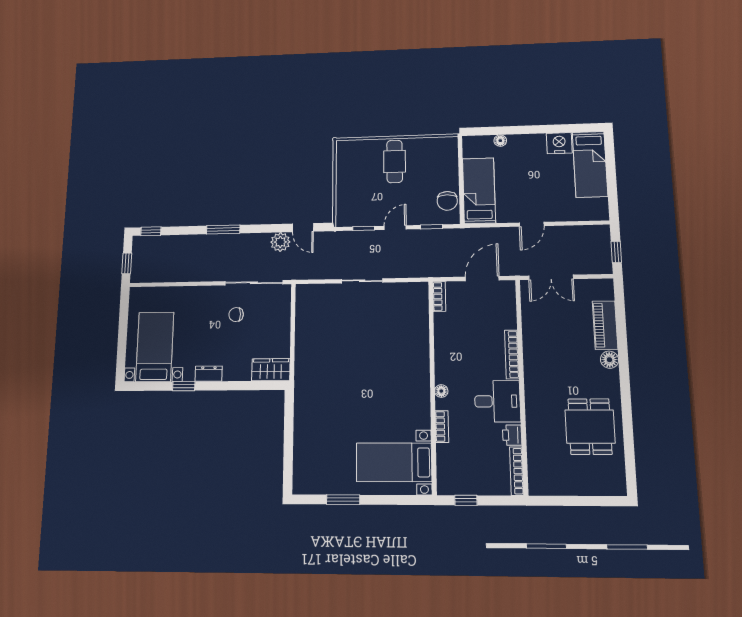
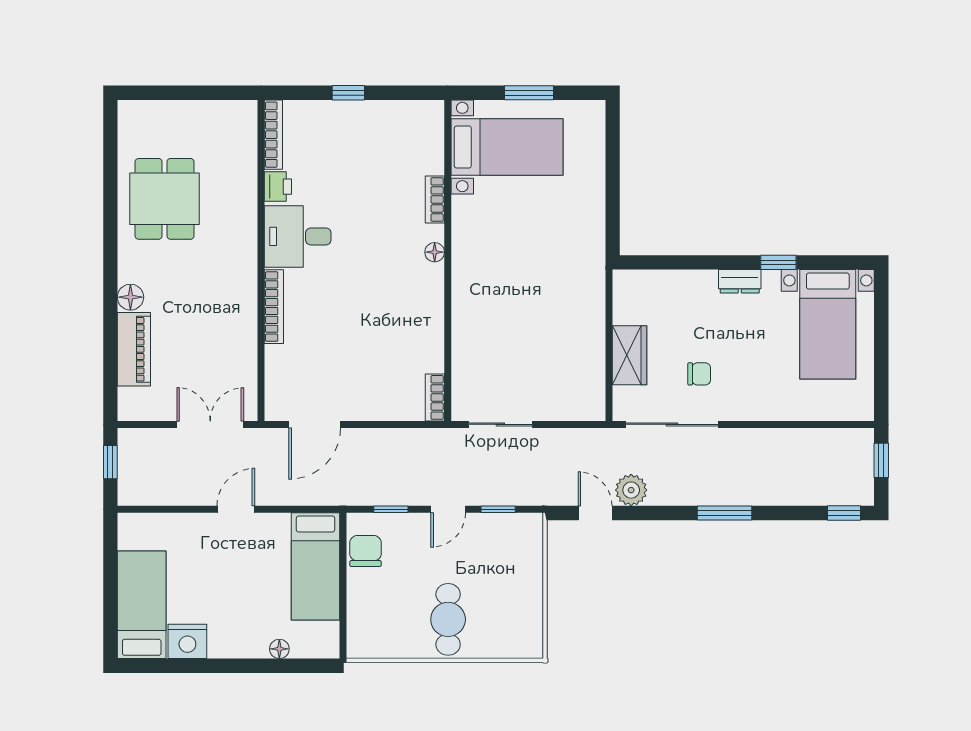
bookcase: (439, 296) -> (435, 397), moved
wardrobe: (271, 370) -> (629, 355), moved, turned -90
wall: (432, 386) -> (448, 260), moved
floor lamp: (441, 391) -> (435, 252), moved
bookcase: (442, 426) -> (435, 199), moved
bed with nightstands: (394, 462) -> (507, 147), moved

